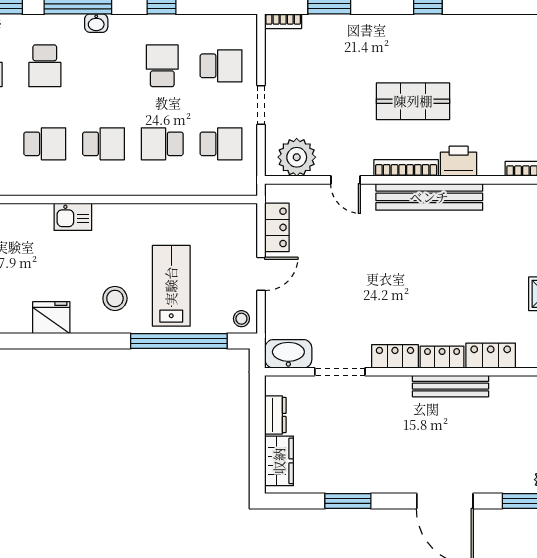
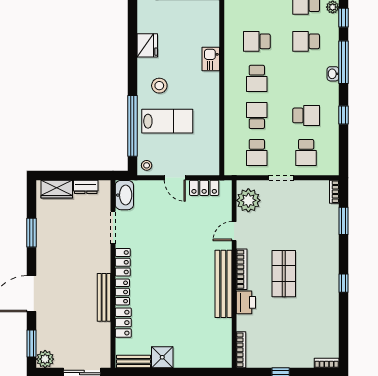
school desk: (45, 144) -> (257, 41), turned 90

